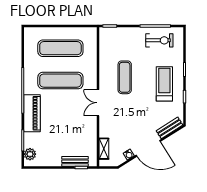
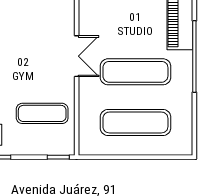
exercise mat: (125, 77) -> (42, 113), moved, turned 90
double door: (98, 103) -> (77, 56), moved

